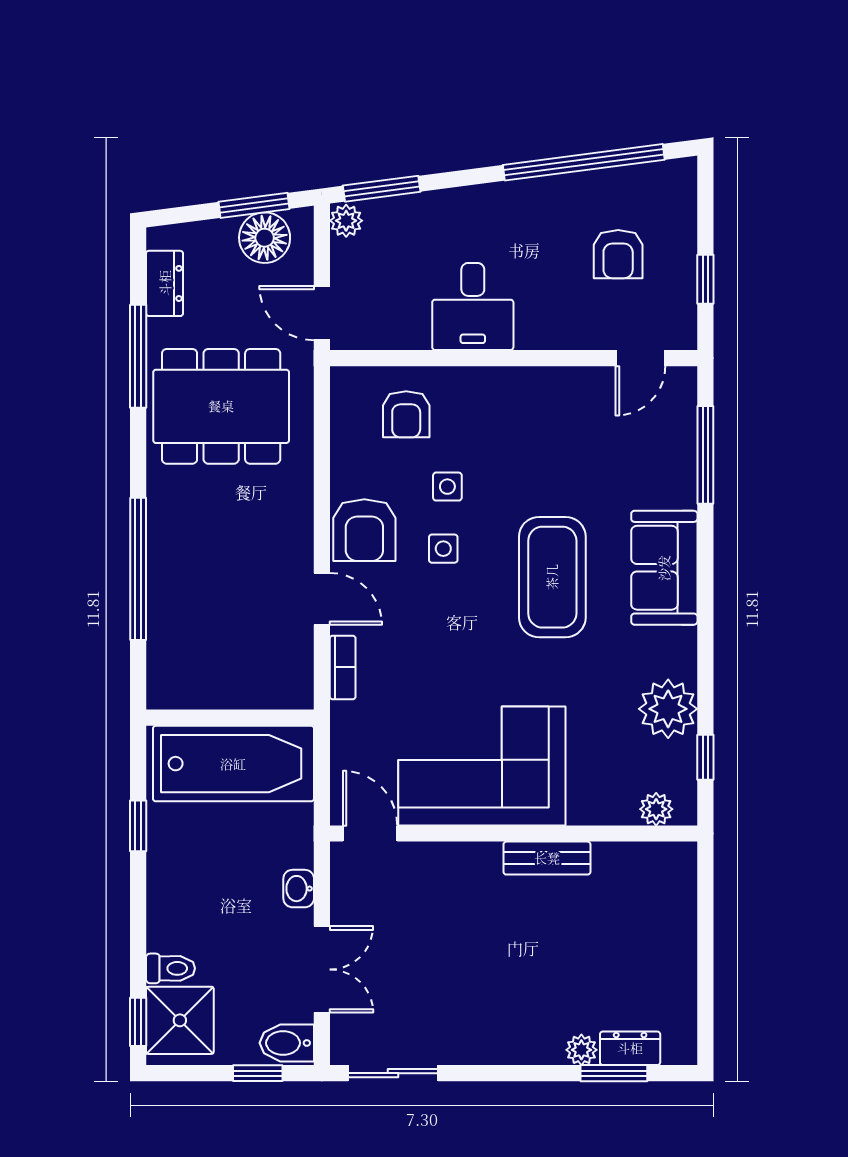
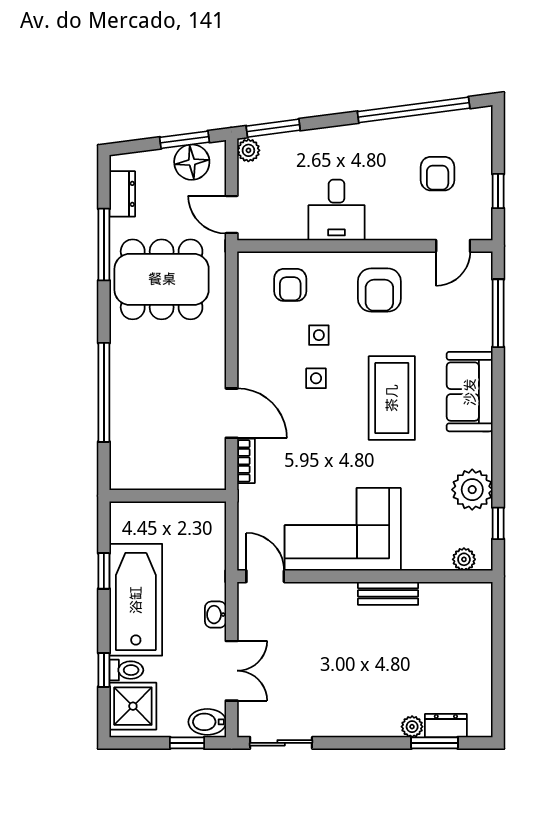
armchair: (364, 530) -> (379, 290), moved
door: (322, 599) -> (232, 413), width x1.38
bathtub: (233, 764) -> (136, 600), moved, turned -90
window: (138, 1022) -> (104, 670), moved

